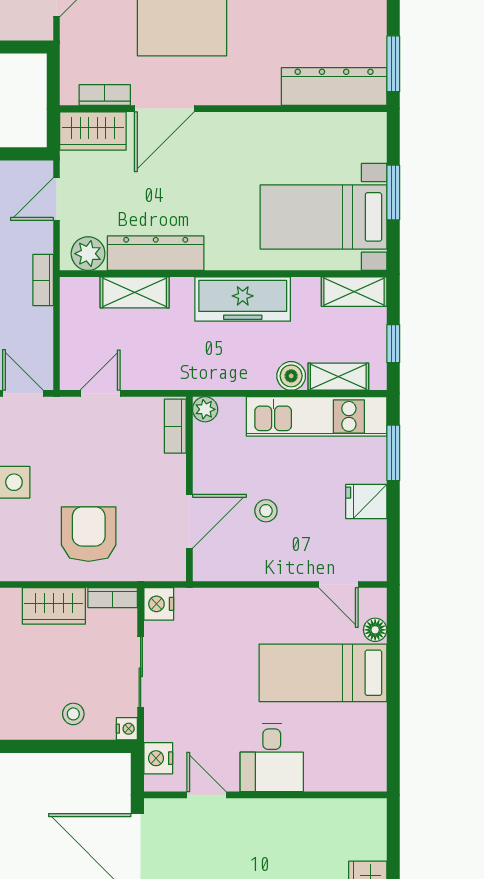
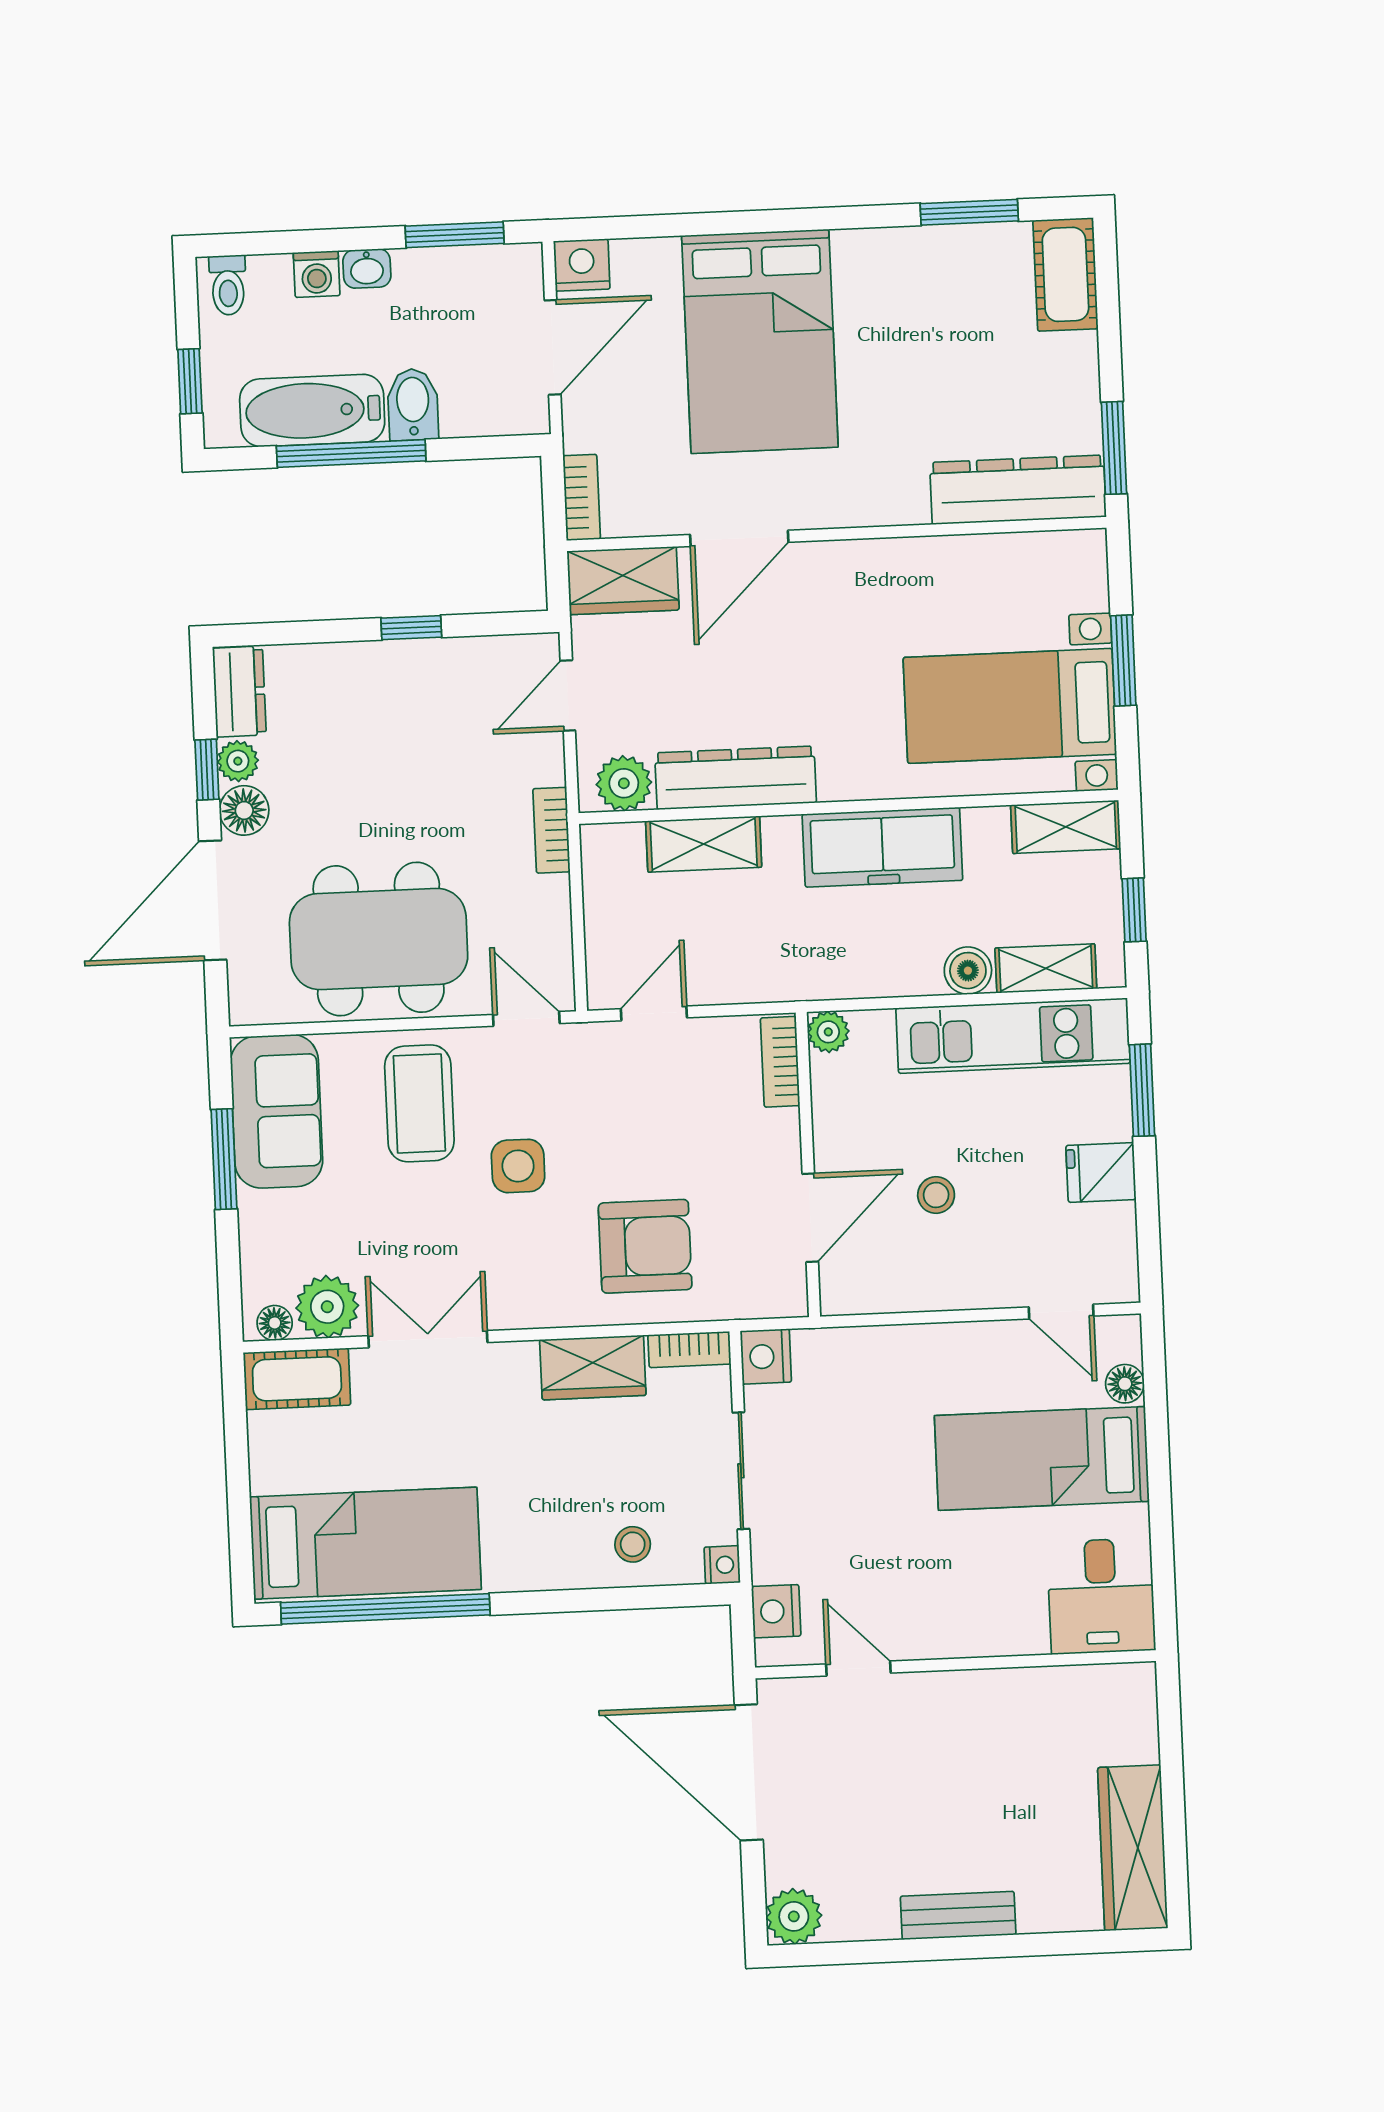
bookcase: (105, 95) -> (582, 497), moved, turned 90
armchair: (89, 534) -> (645, 1246), turned 90
desk: (272, 758) -> (1101, 1596), moved

